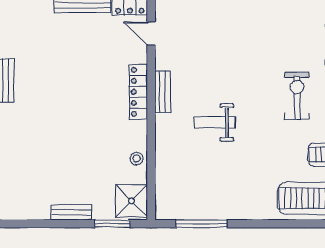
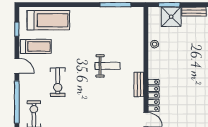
locker: (138, 92) -> (154, 95), moved
shower: (131, 201) -> (171, 17), moved

